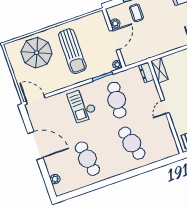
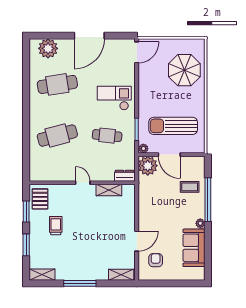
plant: (115, 23) -> (148, 166), moved, width x1.87, depth x1.87
sun lounger: (72, 51) -> (173, 126), moved
shelving: (159, 70) -> (109, 190), moved
cafe table: (117, 100) -> (107, 136), width x0.73, depth x0.74
plant: (55, 179) -> (48, 48), width x1.88, depth x1.88

